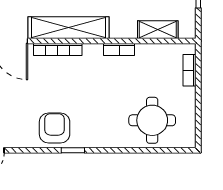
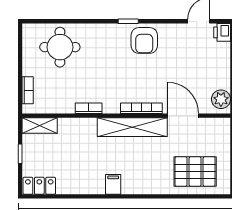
shelving: (158, 30) -> (40, 125), moved

